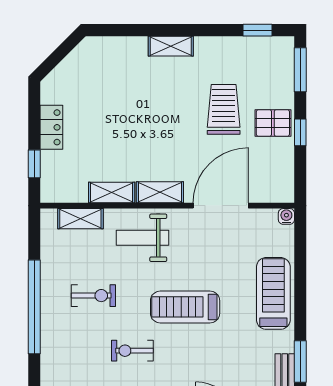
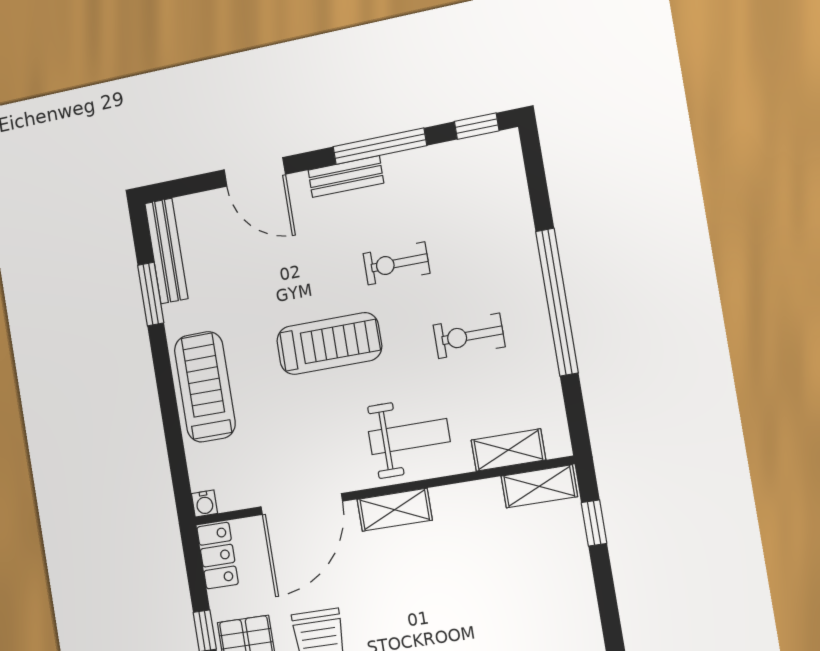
locker: (51, 127) -> (218, 556), moved, turned 180
shelving: (112, 192) -> (539, 486), moved
treadmill: (273, 293) -> (205, 387), turned 180
exercise bike: (132, 351) -> (396, 263), turned 180

